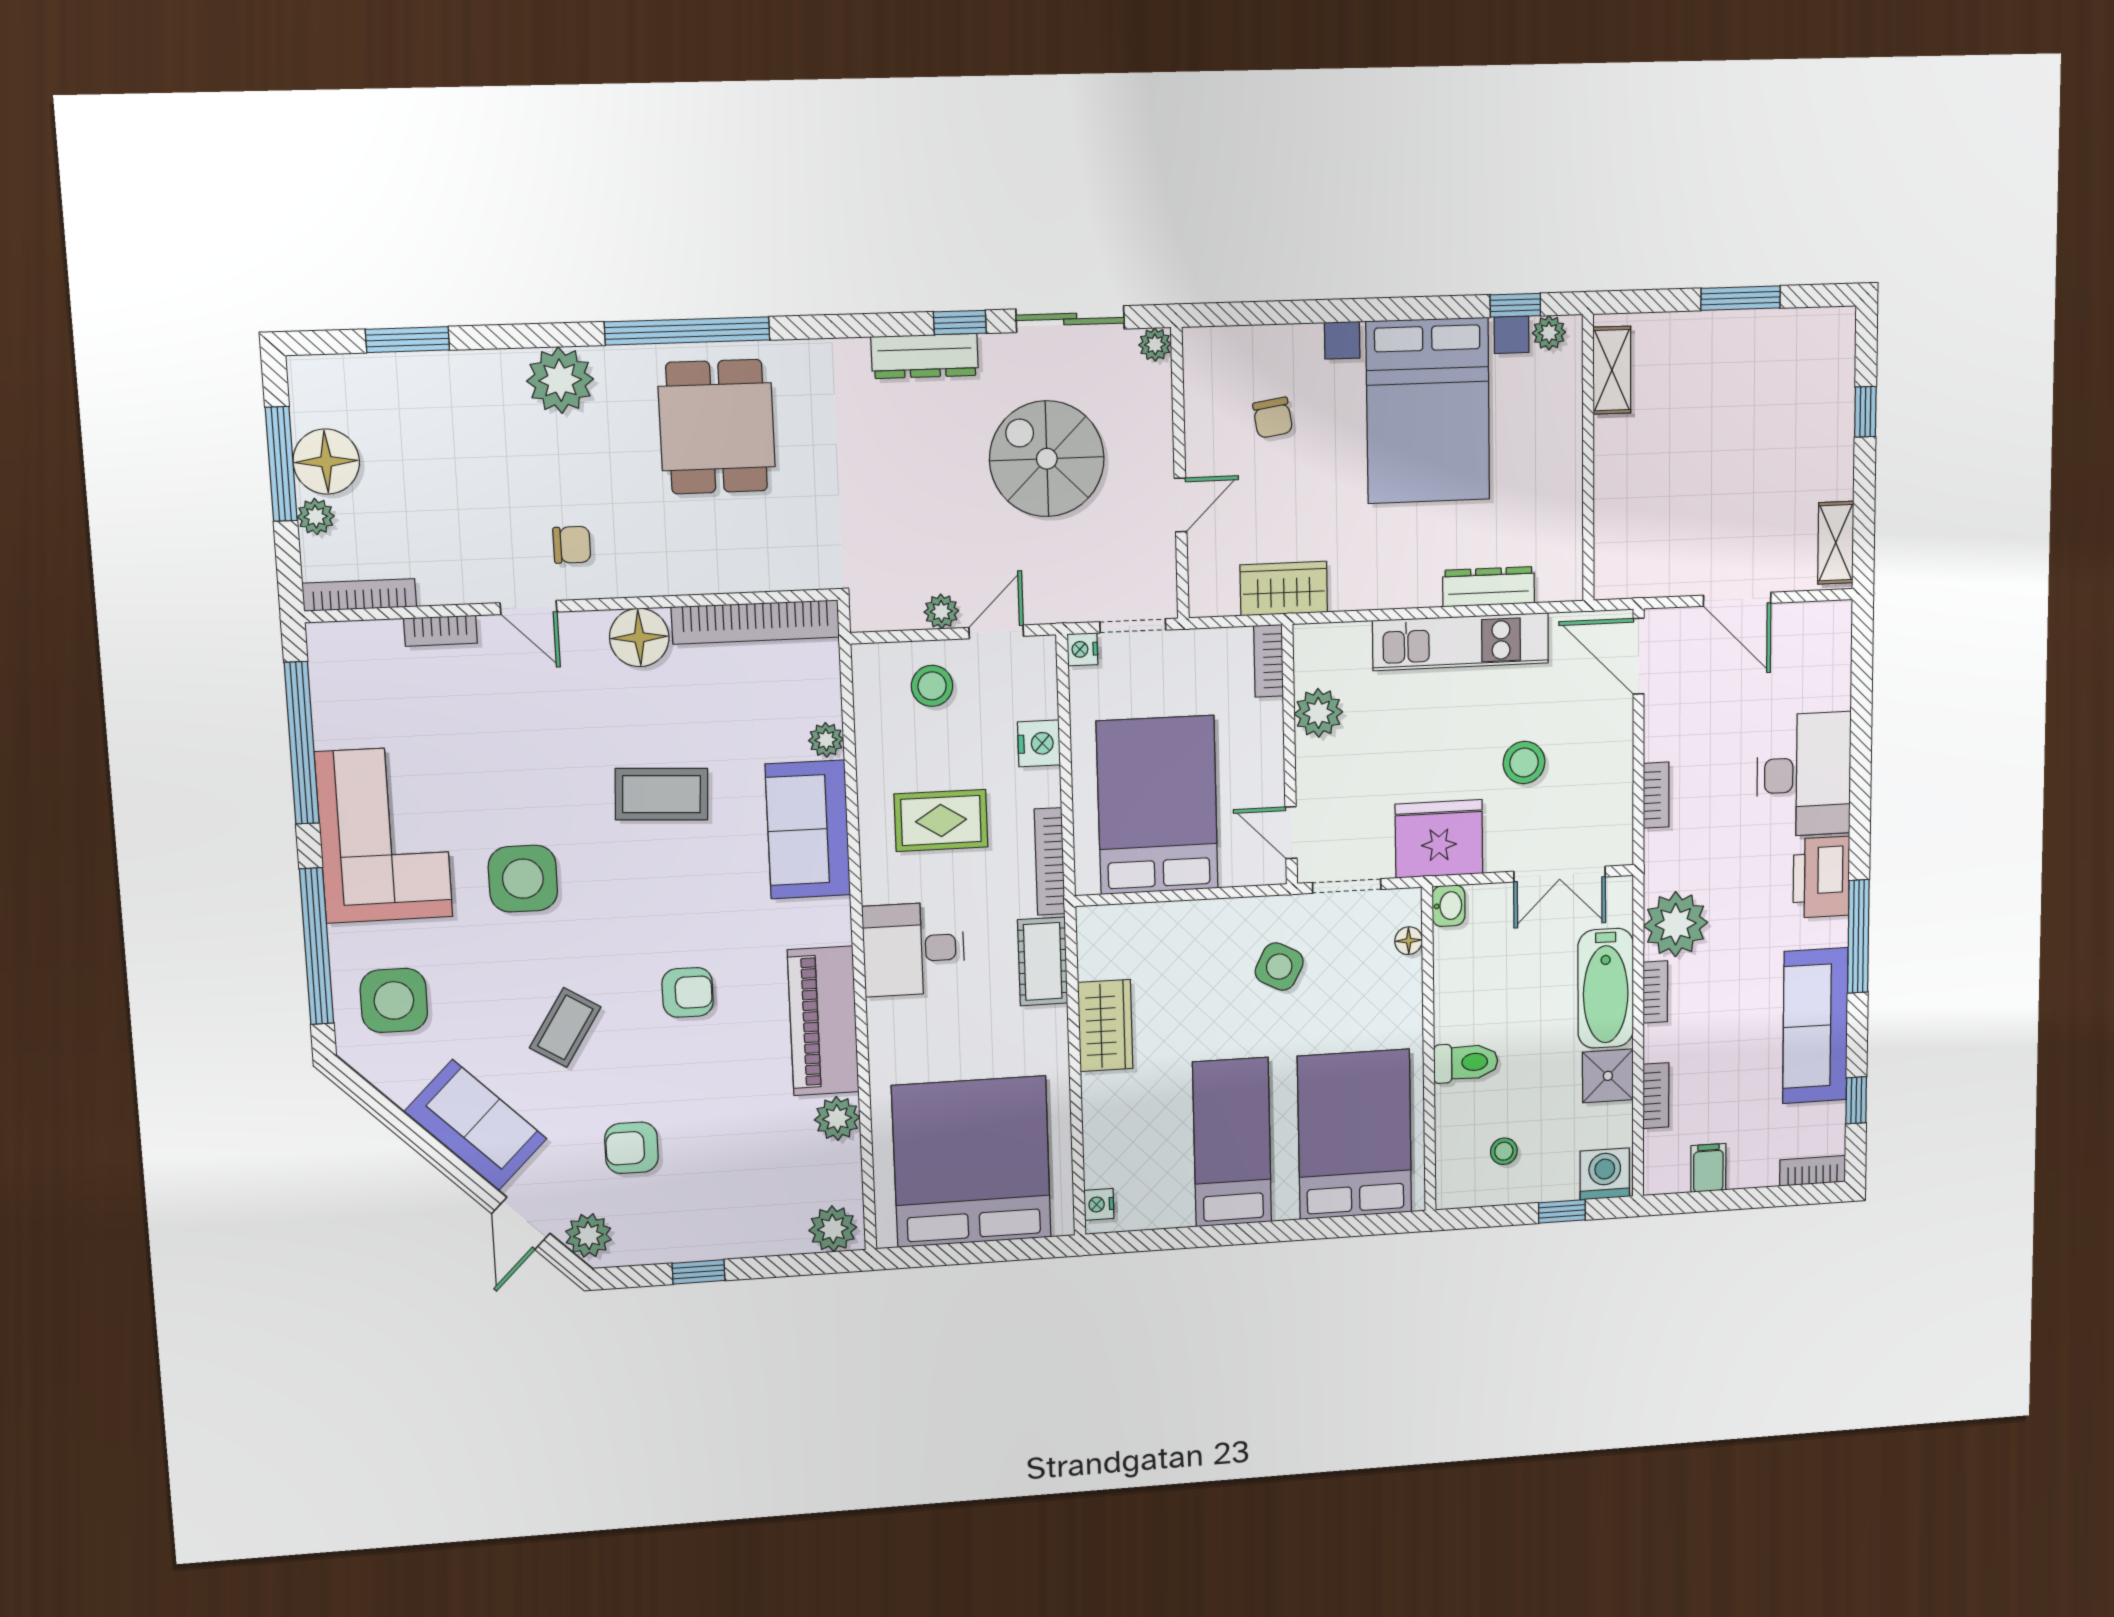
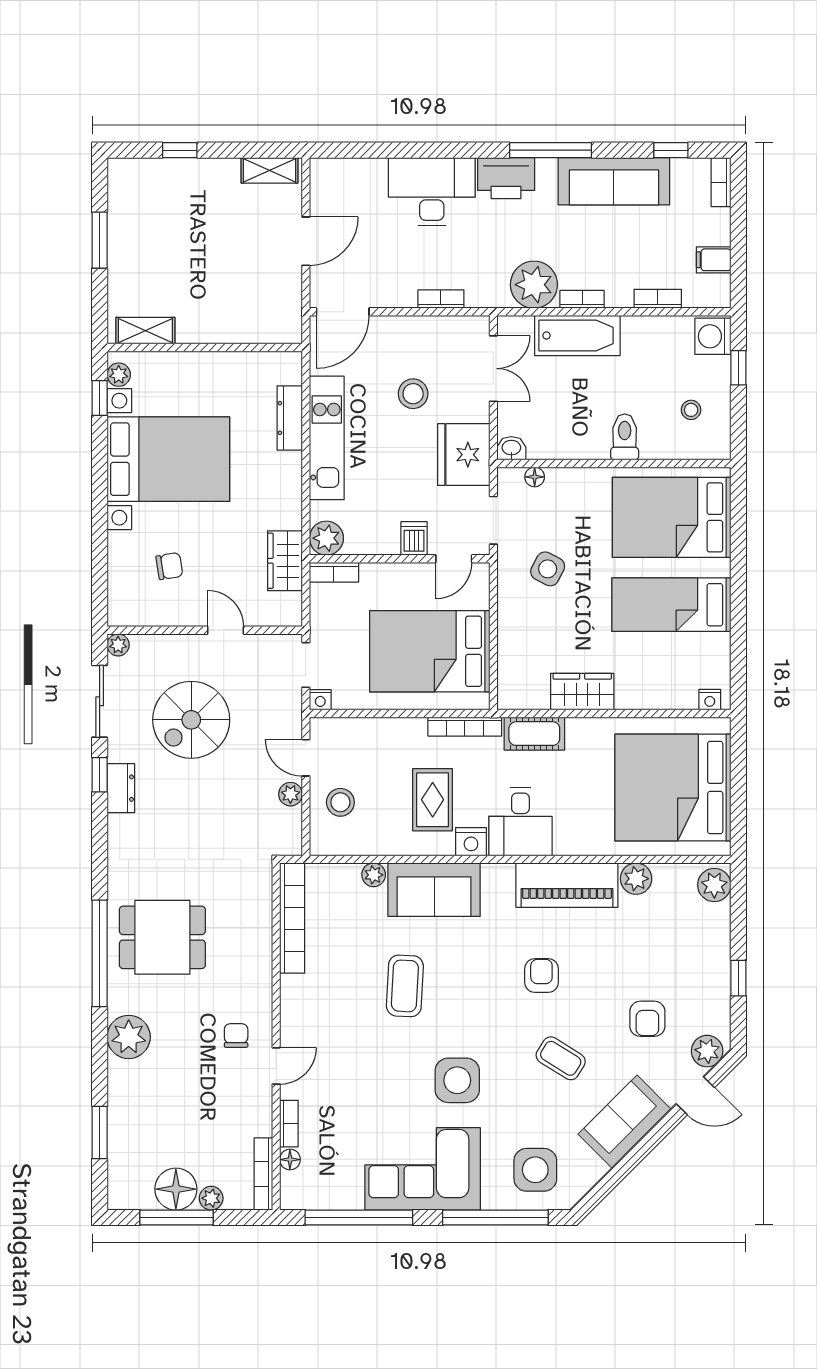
dresser: (925, 356) -> (121, 788), width x0.70
floor lamp: (639, 637) -> (290, 1160), moved, width x0.53, depth x0.53
plant: (1318, 713) -> (326, 538), moved
nightstand: (1039, 743) -> (471, 842), moved, turned 180
dishwasher: (1319, 774) -> (414, 538), added
shower: (1608, 1076) -> (641, 334), removed

